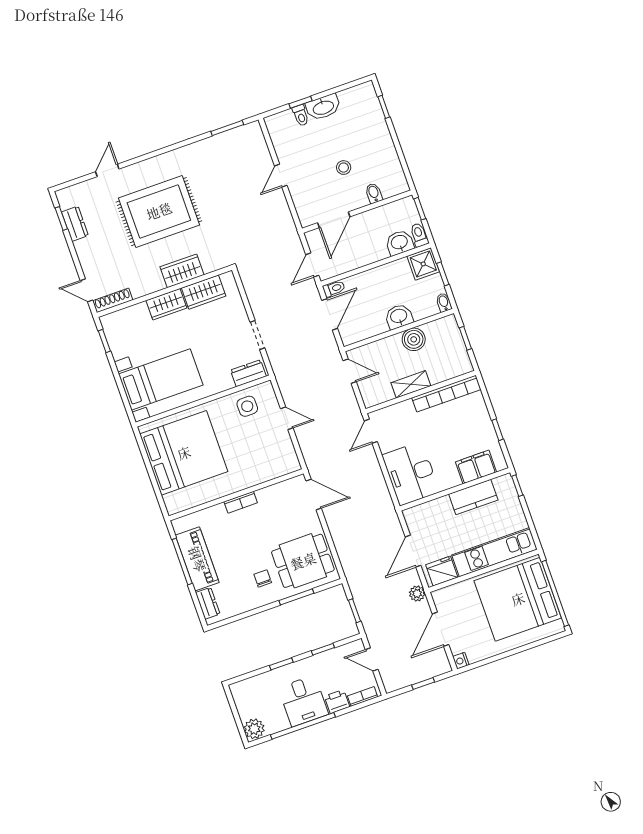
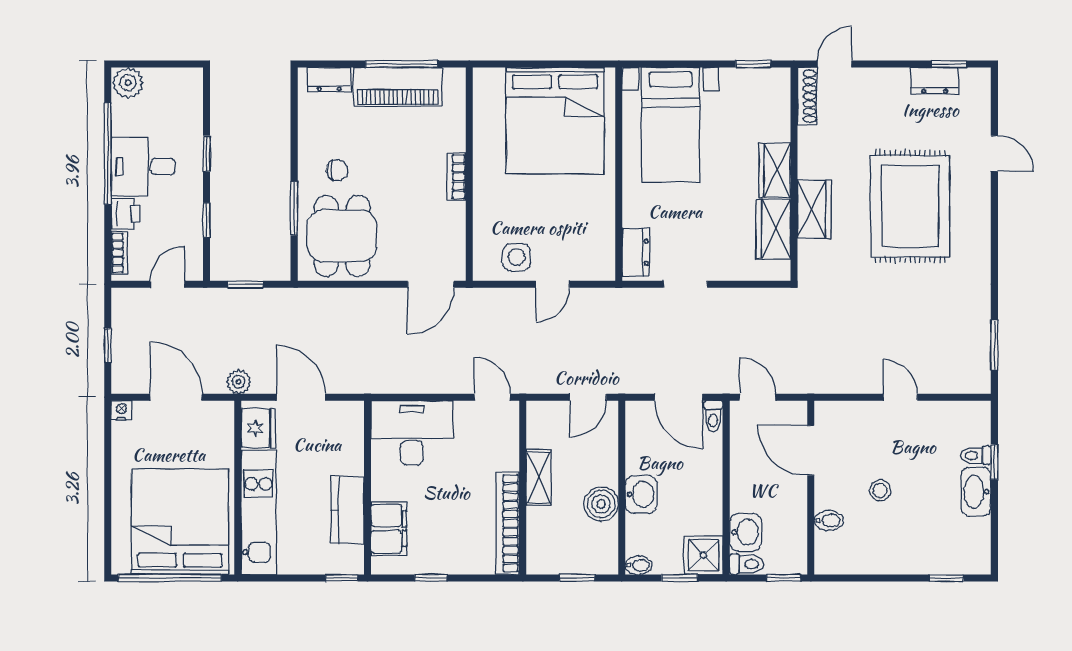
side table: (247, 406) -> (517, 257), moved

